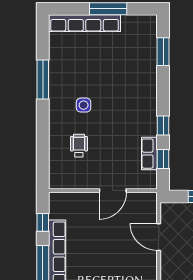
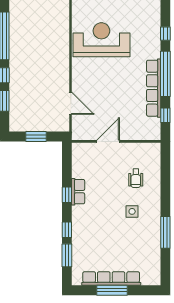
row of seats: (85, 23) -> (111, 279), moved
row of seats: (149, 154) -> (78, 192), moved
window: (163, 159) -> (67, 230), moved

